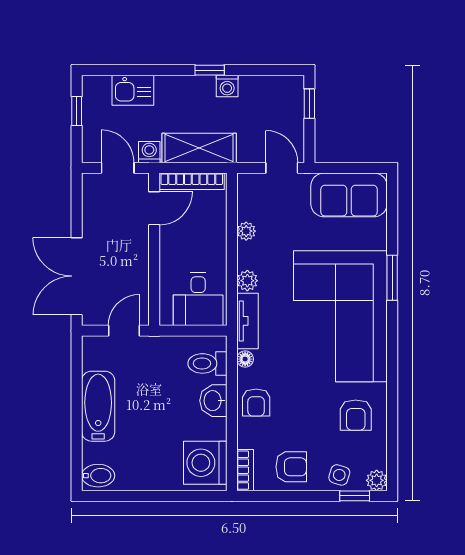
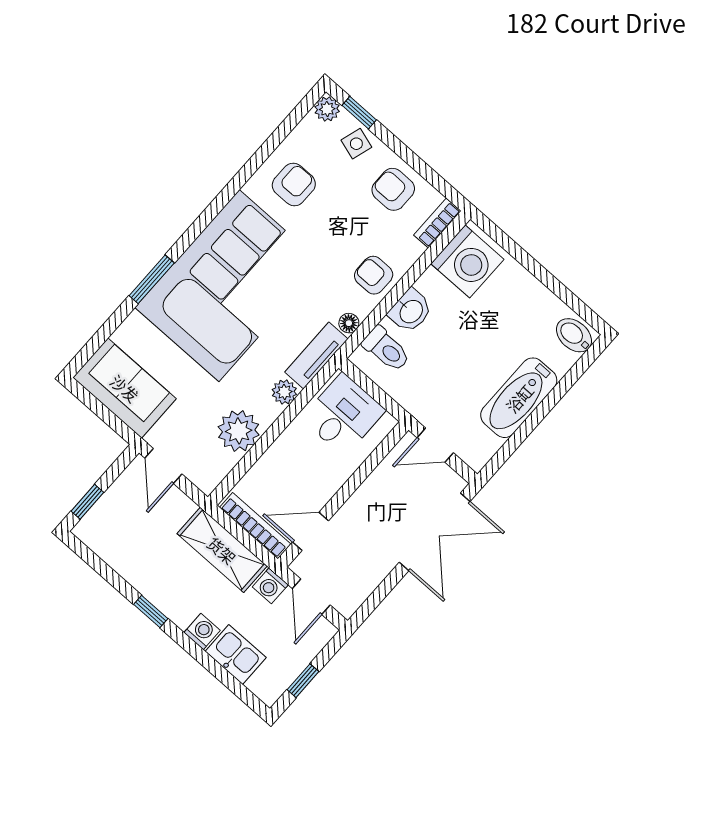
washing machine: (227, 86) -> (202, 632), moved
plant: (246, 231) -> (239, 431), width x1.88, depth x1.88
armchair: (256, 403) -> (374, 275), turned -90

